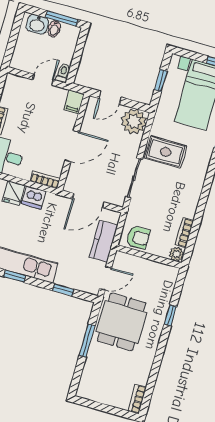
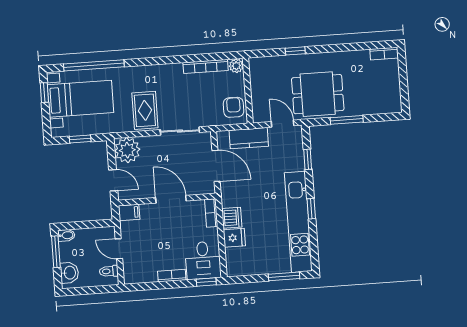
bidet: (54, 29) -> (66, 235), moved
toilet: (63, 73) -> (109, 271), moved
bookcase: (184, 232) -> (206, 66), width x1.56

